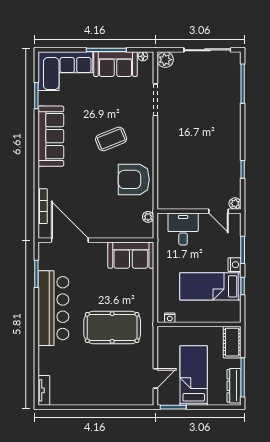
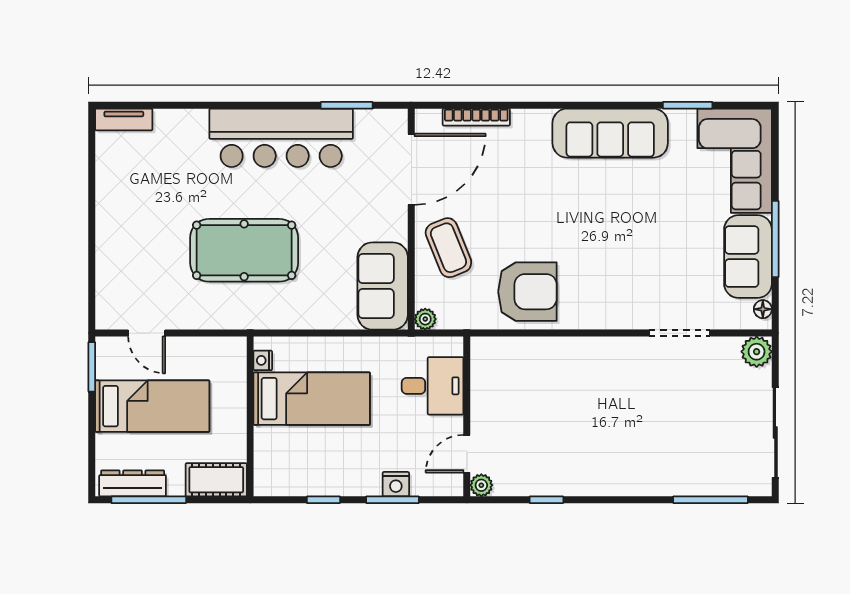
coffee table: (111, 139) -> (448, 248), moved
armchair: (134, 179) -> (527, 292), turned 90
plant: (148, 217) -> (425, 319), moved
nightstand: (234, 265) -> (396, 484), moved
bed: (210, 286) -> (312, 399), moved, turned 90
pool table: (112, 327) -> (244, 250), turned 90

